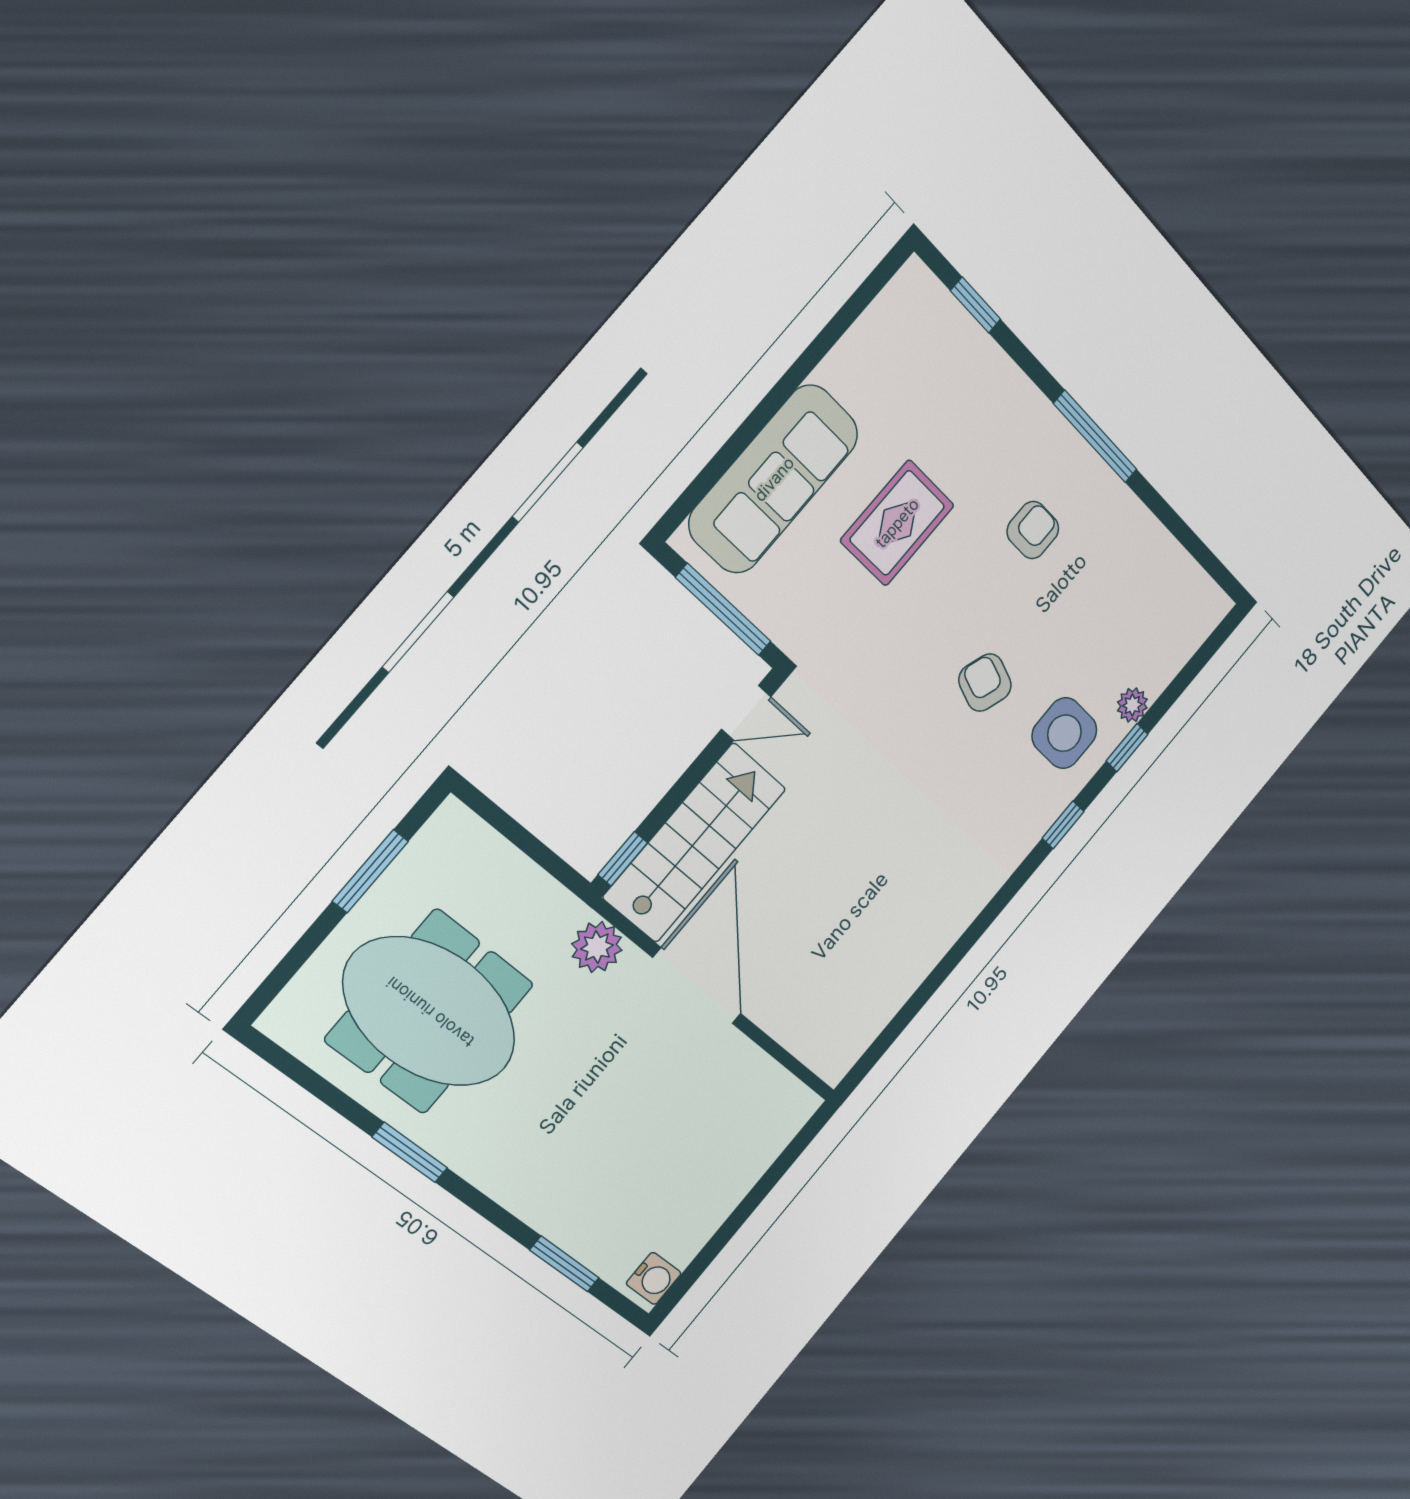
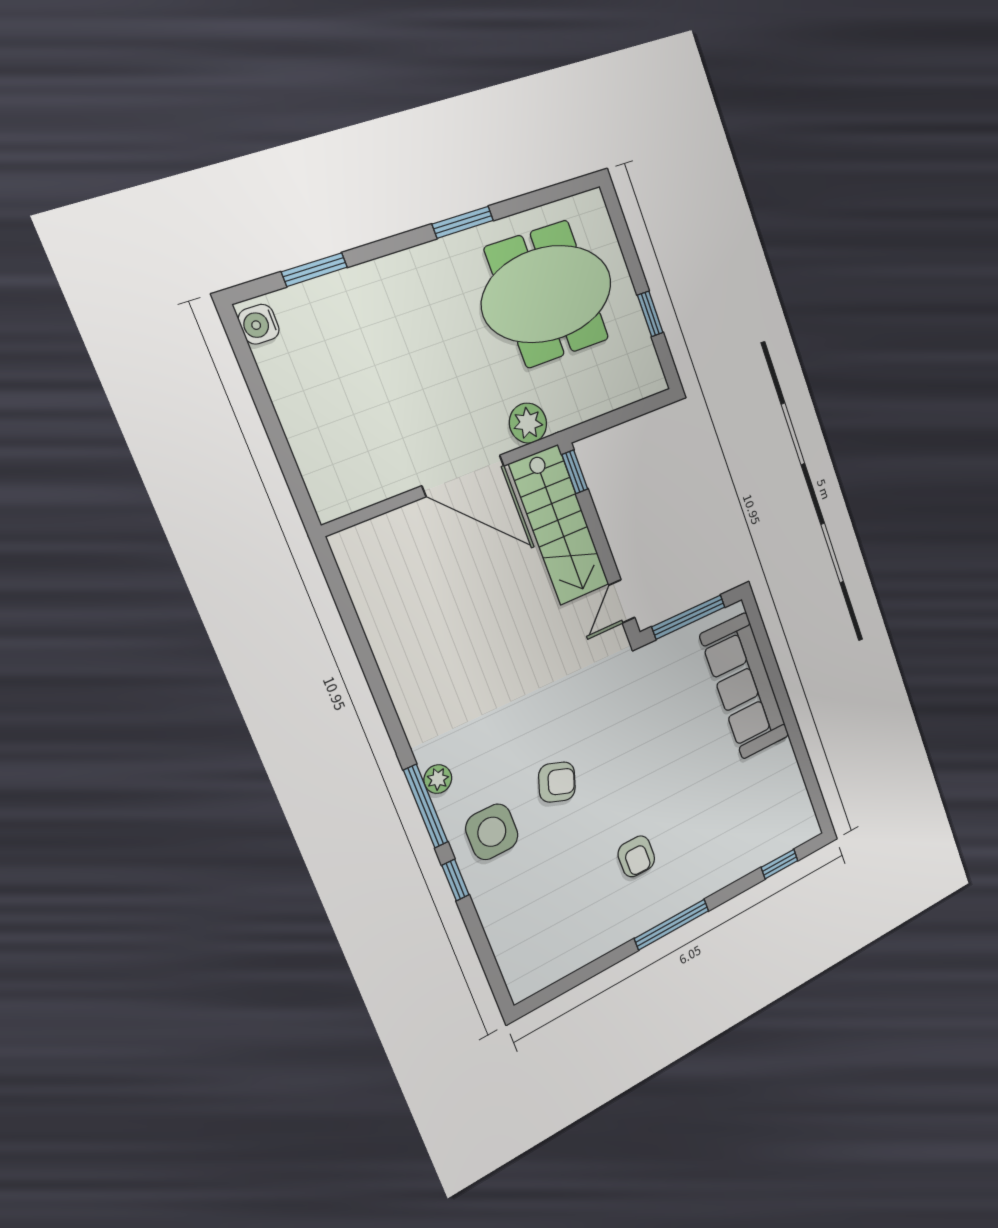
rug: (897, 523) -> (684, 759), removed
plant: (1132, 705) -> (438, 779), moved
window: (1063, 825) -> (426, 806), width x2.17
window: (370, 871) -> (650, 314), width x0.67

